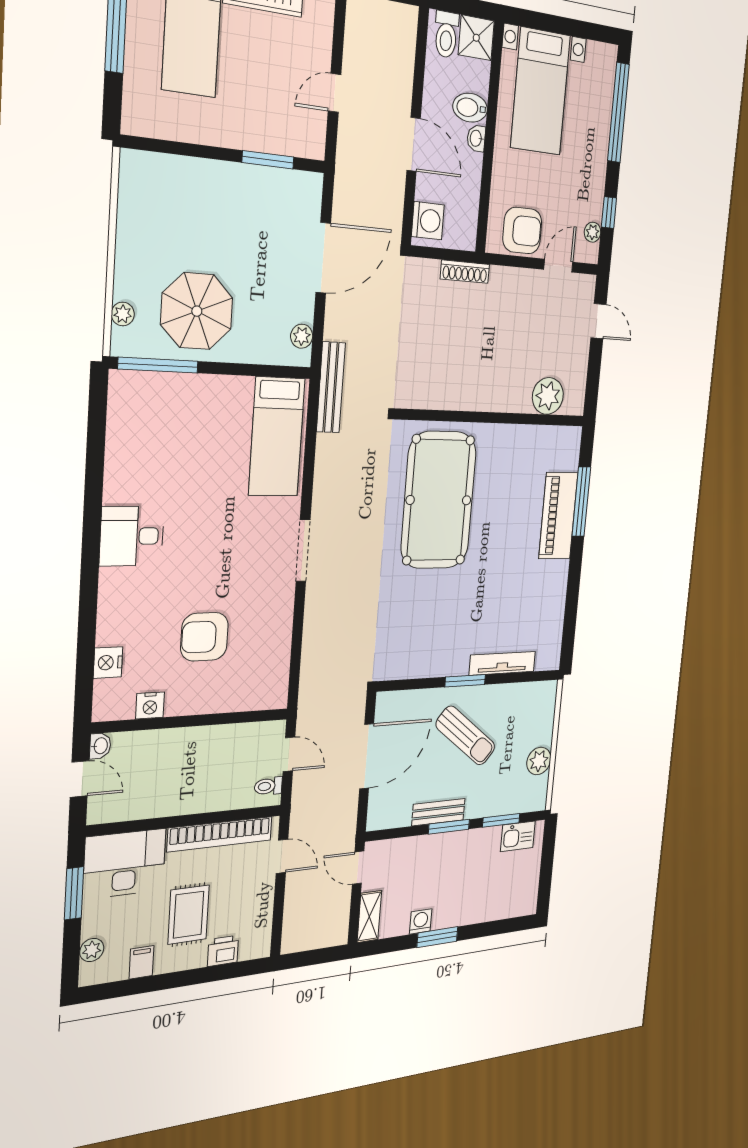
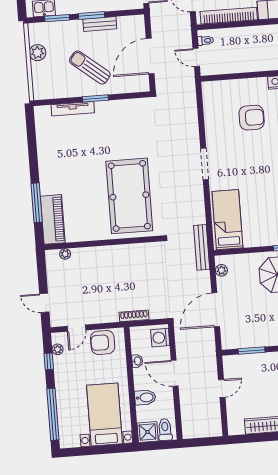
washbasin: (476, 138) -> (137, 361), moved
plant: (548, 396) -> (65, 254), width x0.53, depth x0.53
piano: (558, 516) -> (53, 219), moved

